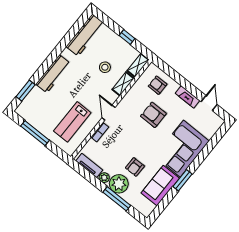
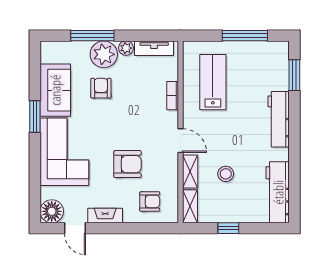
door: (109, 113) -> (180, 141), moved
floor lamp: (214, 122) -> (52, 211), added

